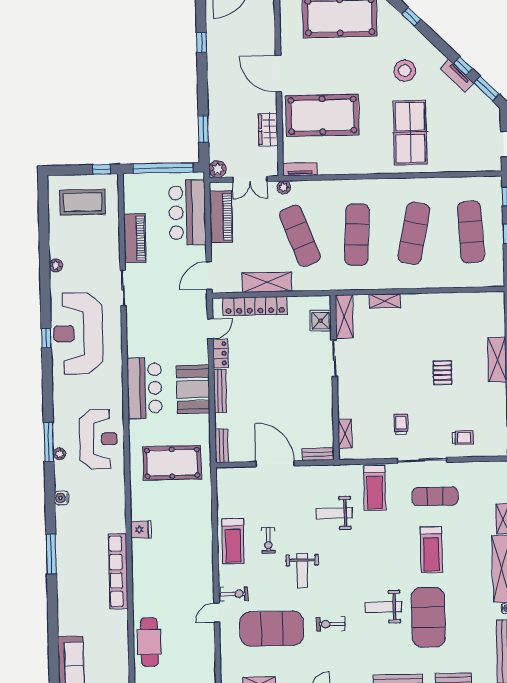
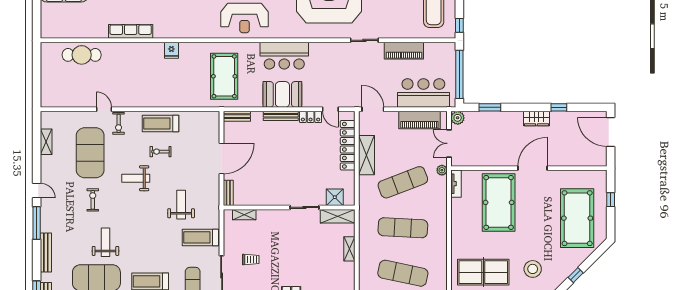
wardrobe: (268, 130) -> (536, 118), moved, turned 180
row of seats: (118, 571) -> (131, 31), width x0.73

